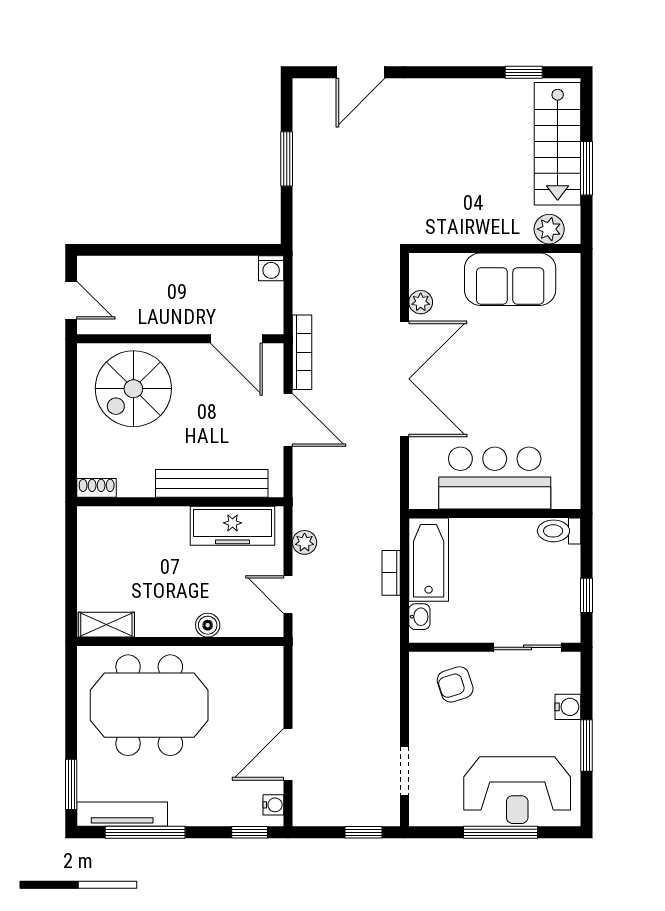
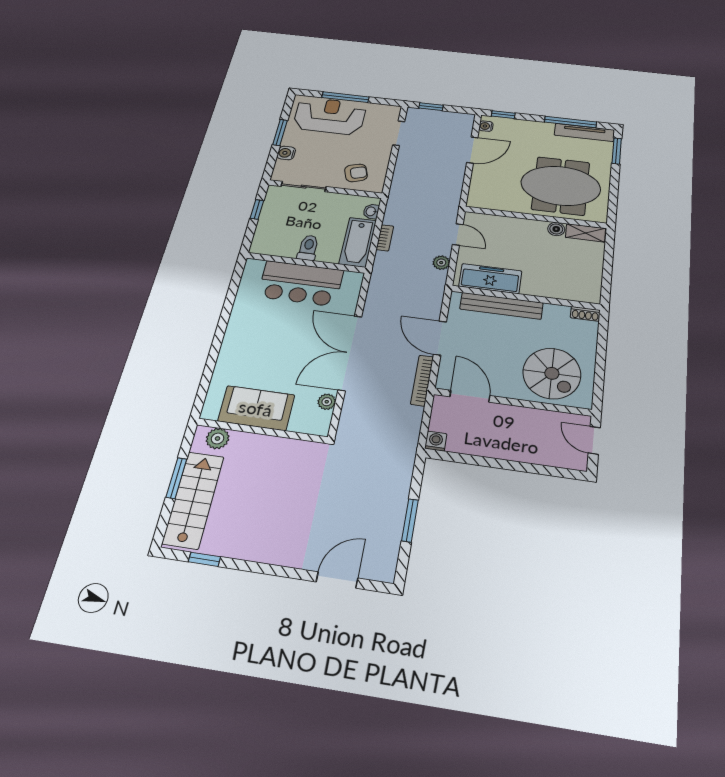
spiral stairs: (133, 389) -> (552, 373), turned 90
toilet: (559, 531) -> (308, 248), moved, turned -90
boiler: (208, 625) -> (556, 229), moved

